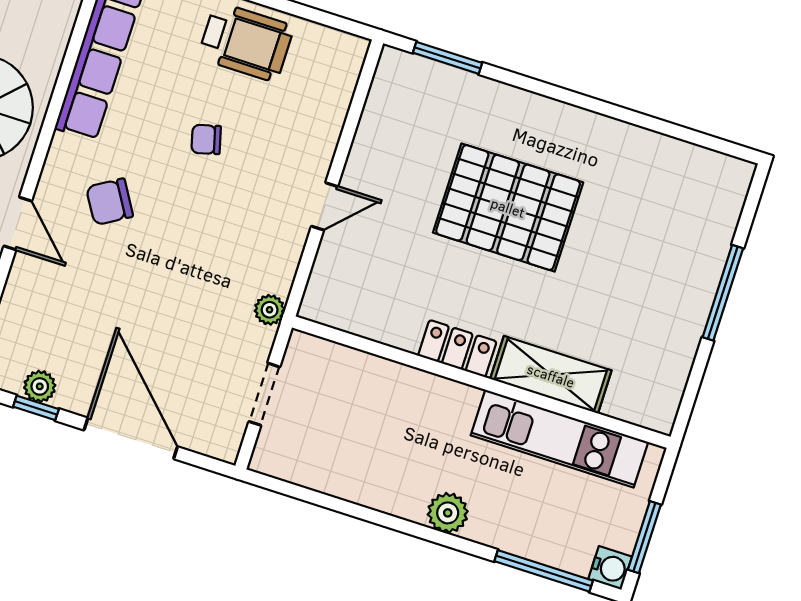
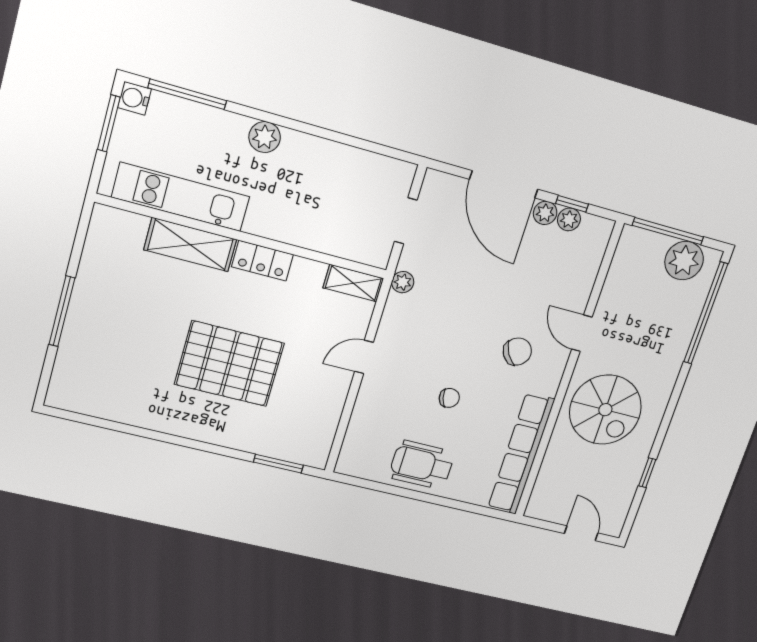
shelving: (337, 312) -> (353, 283), added
plant: (73, 397) -> (545, 213), added

